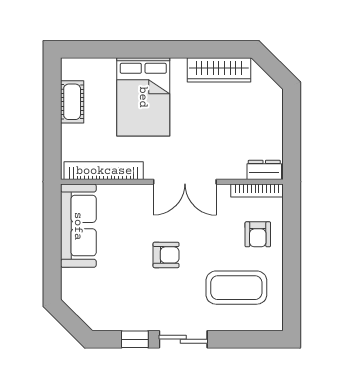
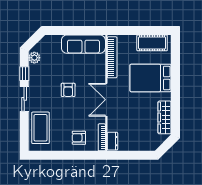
cot: (72, 102) -> (152, 43), width x1.37, depth x1.34
coffee table: (236, 288) -> (41, 128), moved
plant: (104, 320) -> (34, 58), added

